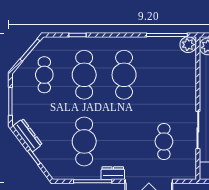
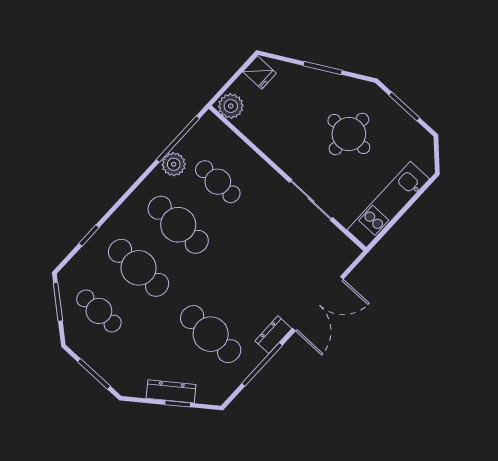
plant: (188, 45) -> (174, 164), moved
dresser: (28, 135) -> (171, 391), moved
cafe table: (164, 141) -> (218, 182), moved

